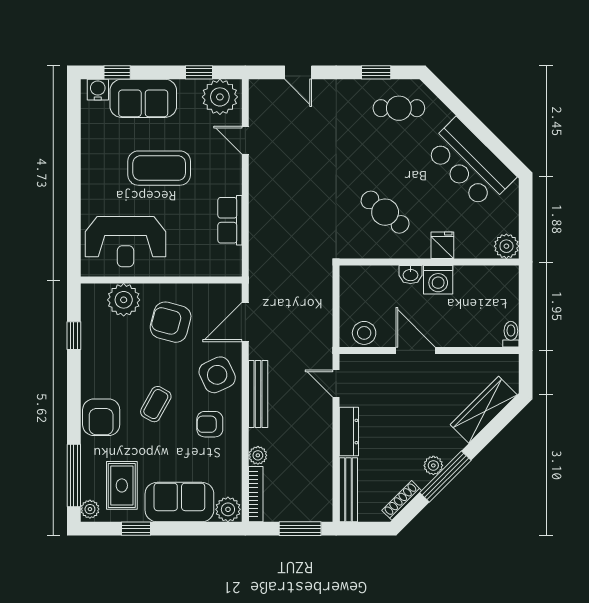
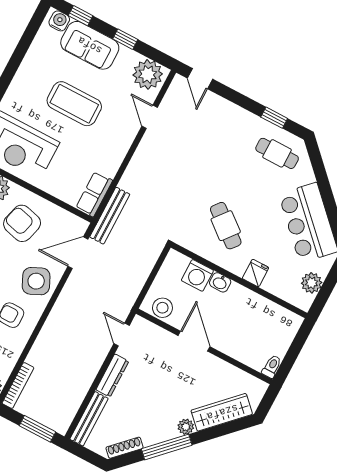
window: (199, 72) -> (125, 39), moved
door: (298, 72) -> (200, 79), moved
row of seats: (230, 220) -> (94, 194), moved
plant: (506, 246) -> (312, 283), moved
washing machine: (438, 280) -> (197, 275), moved
bench: (258, 394) -> (110, 216), moved
plant: (258, 455) -> (35, 357), removed
plant: (433, 465) -> (186, 427), moved

